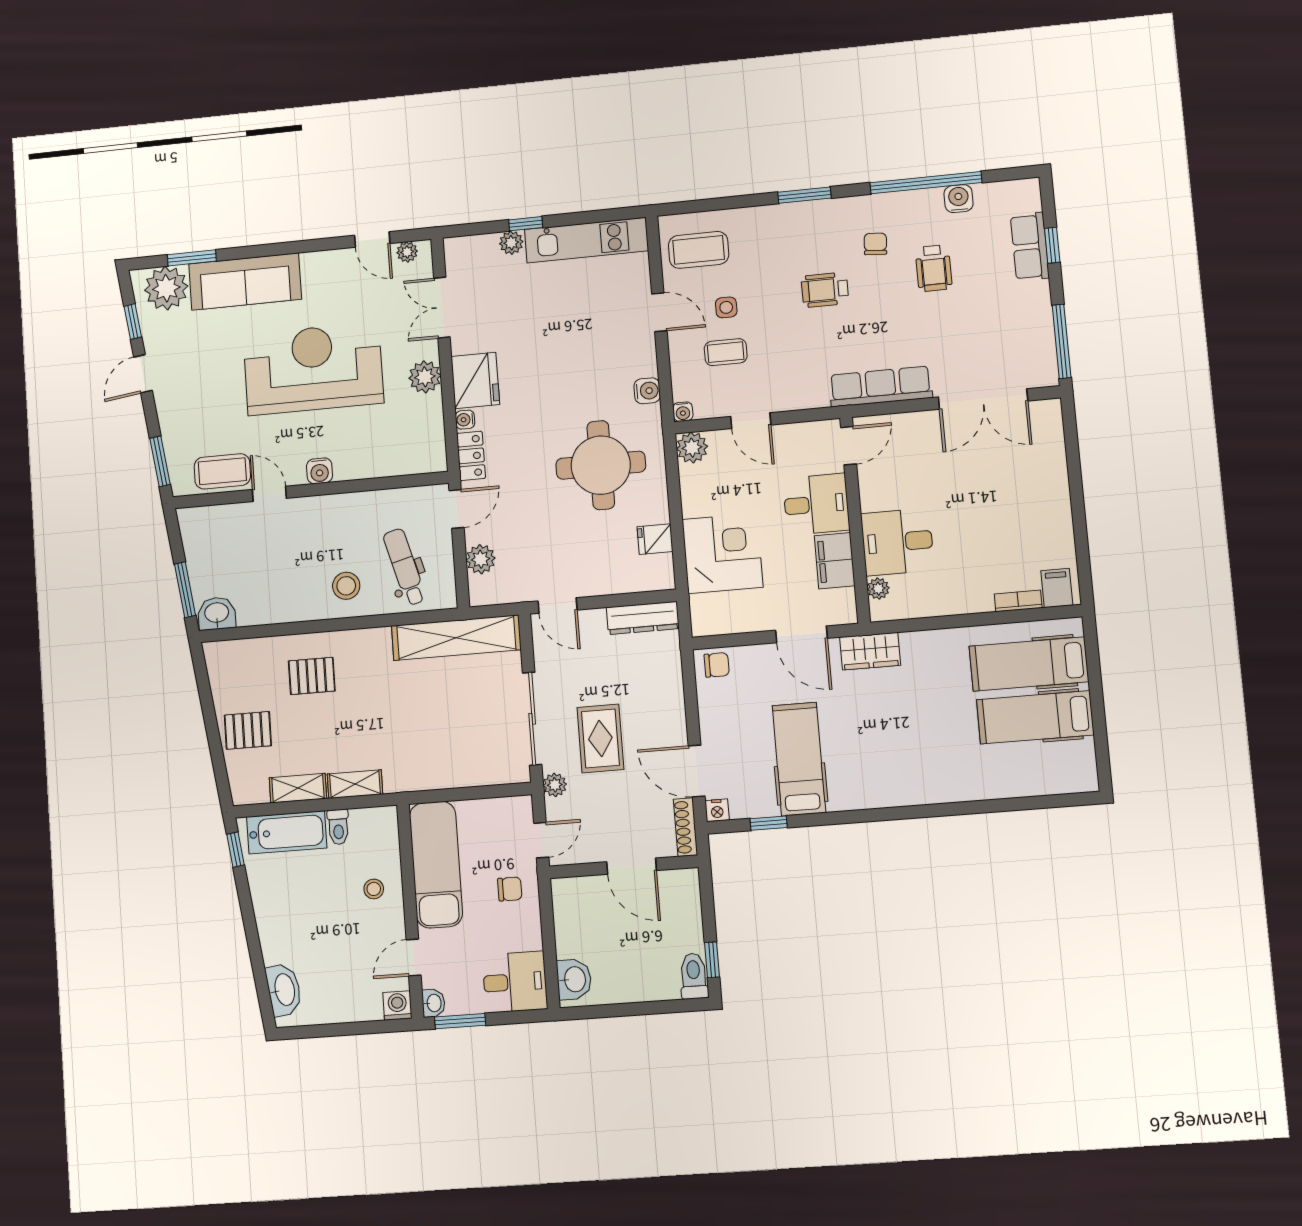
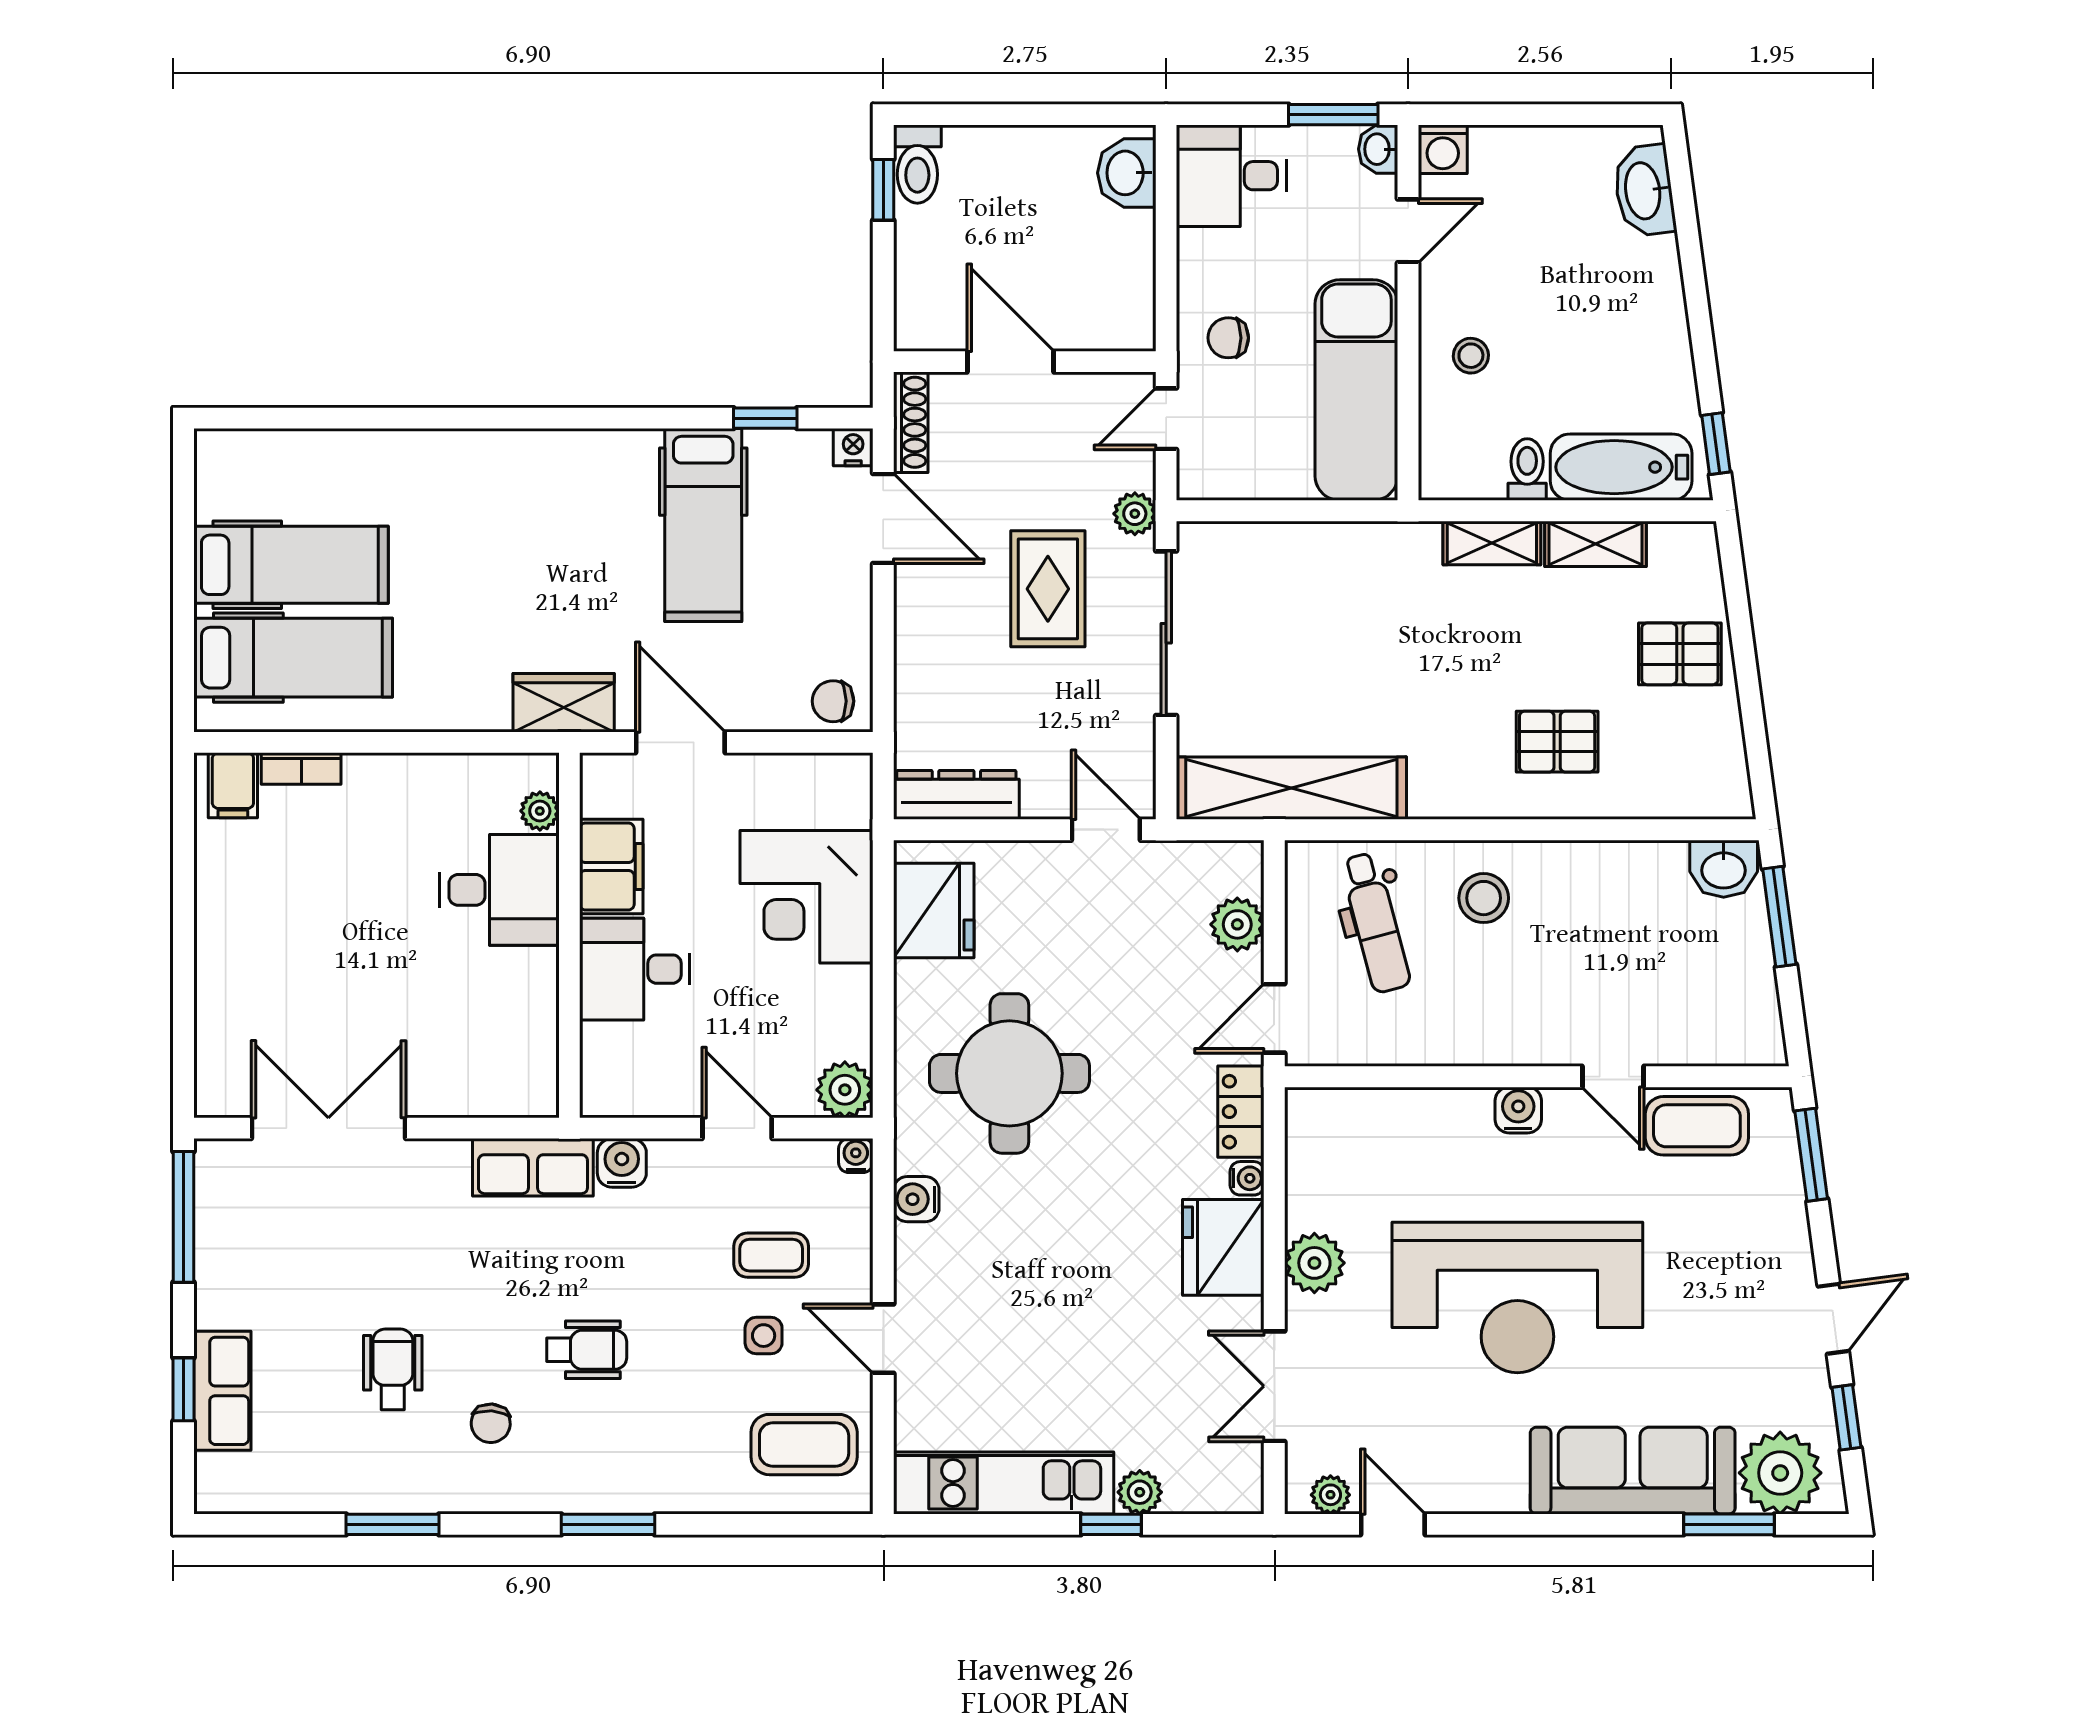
window: (926, 183) -> (392, 1524), width x0.47
water cooler: (959, 199) -> (622, 1163), moved, turned 180
double door: (442, 308) -> (1274, 1386), swing flipped
row of seats: (881, 386) -> (533, 1167), width x0.68
door: (849, 446) -> (569, 1067), removed
fridge: (655, 539) -> (934, 910), width x1.88, depth x1.34

